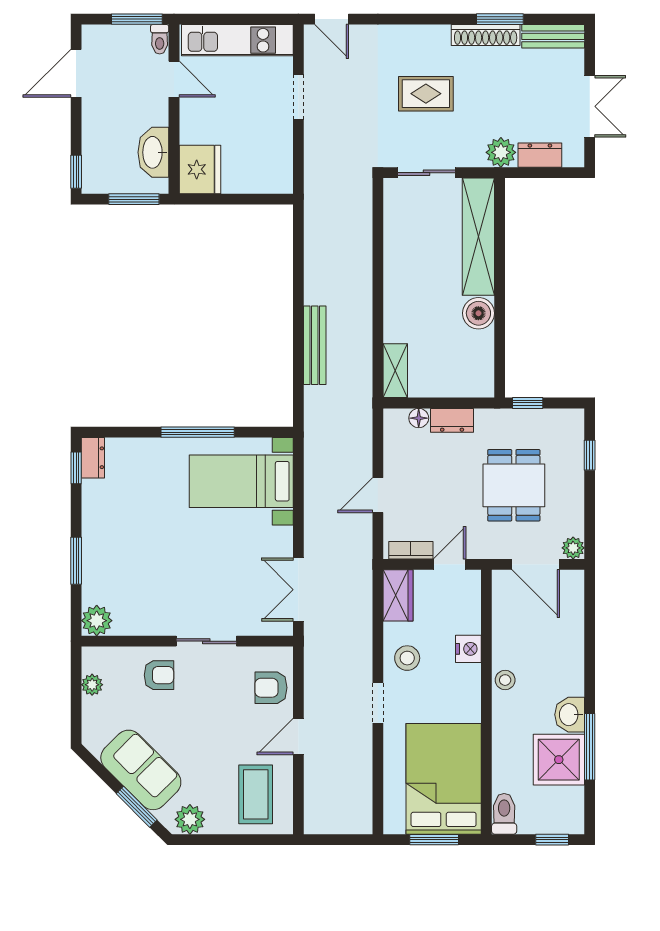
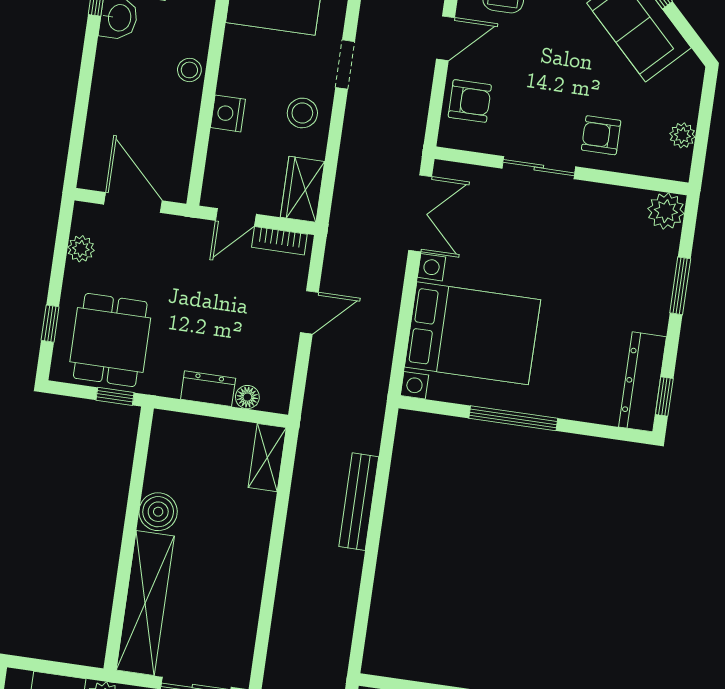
dresser: (93, 458) -> (643, 382), width x1.96, depth x1.24
bed with nightstands: (241, 481) -> (472, 333), width x1.36
dining table: (514, 485) -> (110, 340), moved
plant: (573, 548) -> (81, 249), moved

